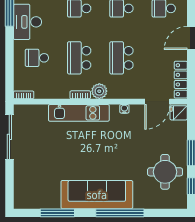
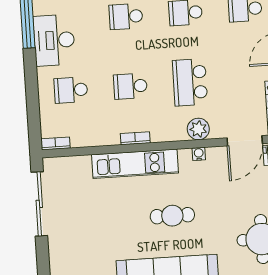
school desk: (79, 58) -> (130, 86), width x0.54
plant: (99, 91) -> (198, 129), moved
cafe table: (103, 151) -> (172, 216), added

